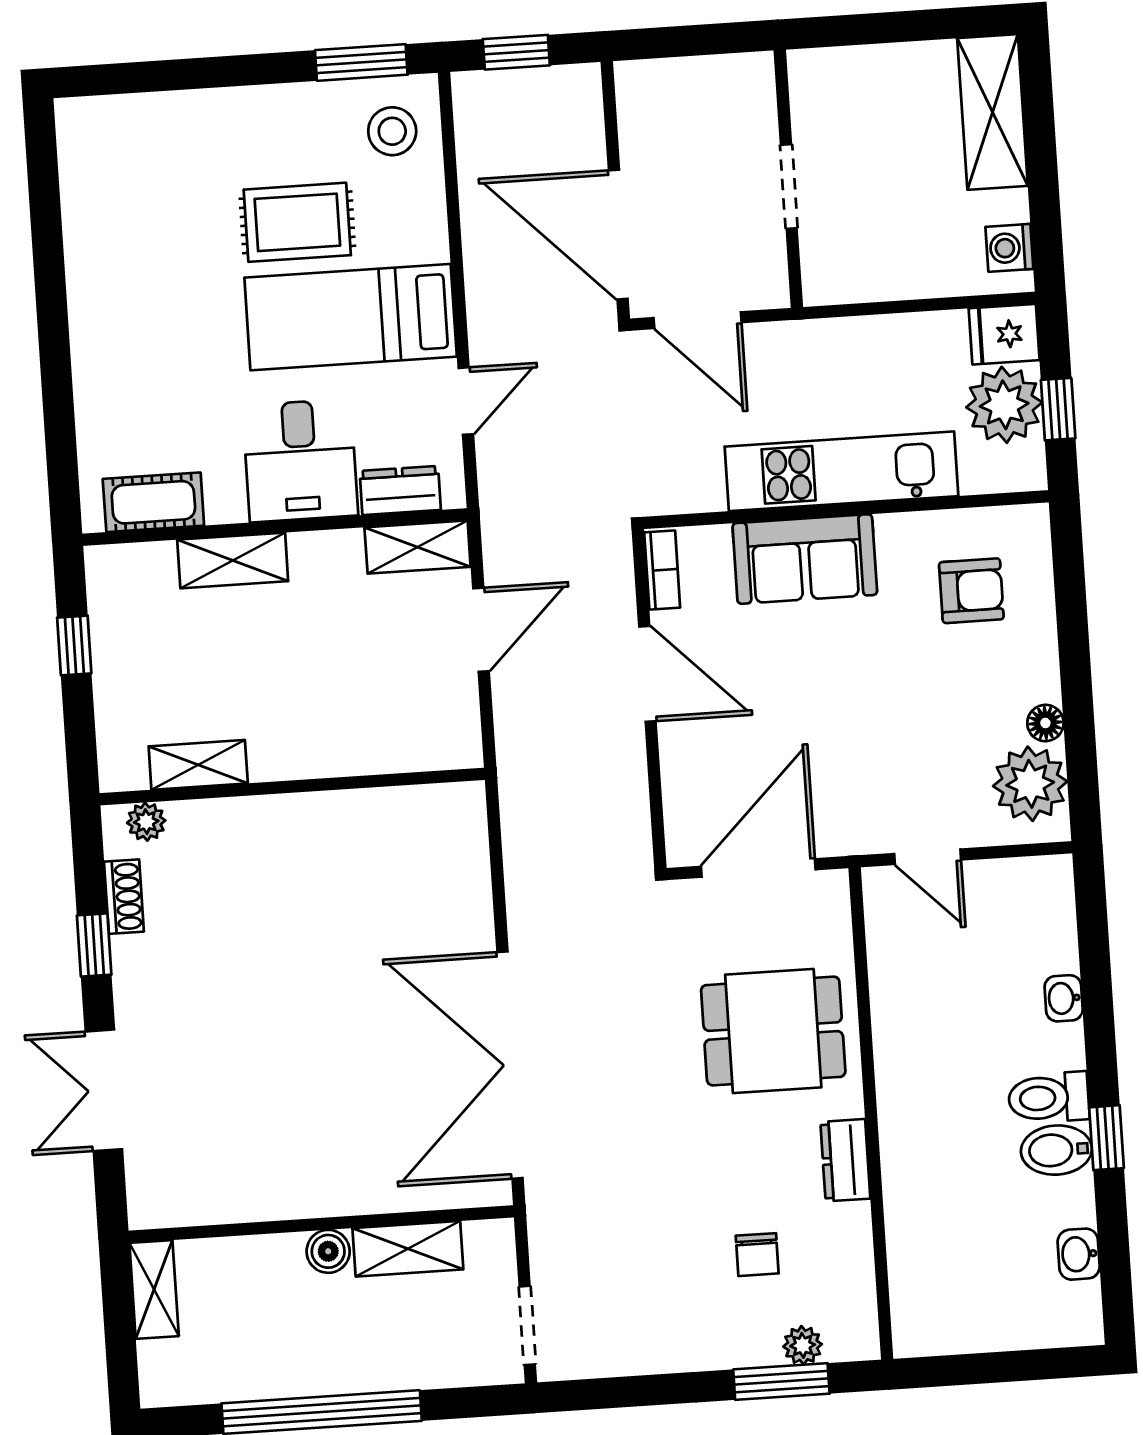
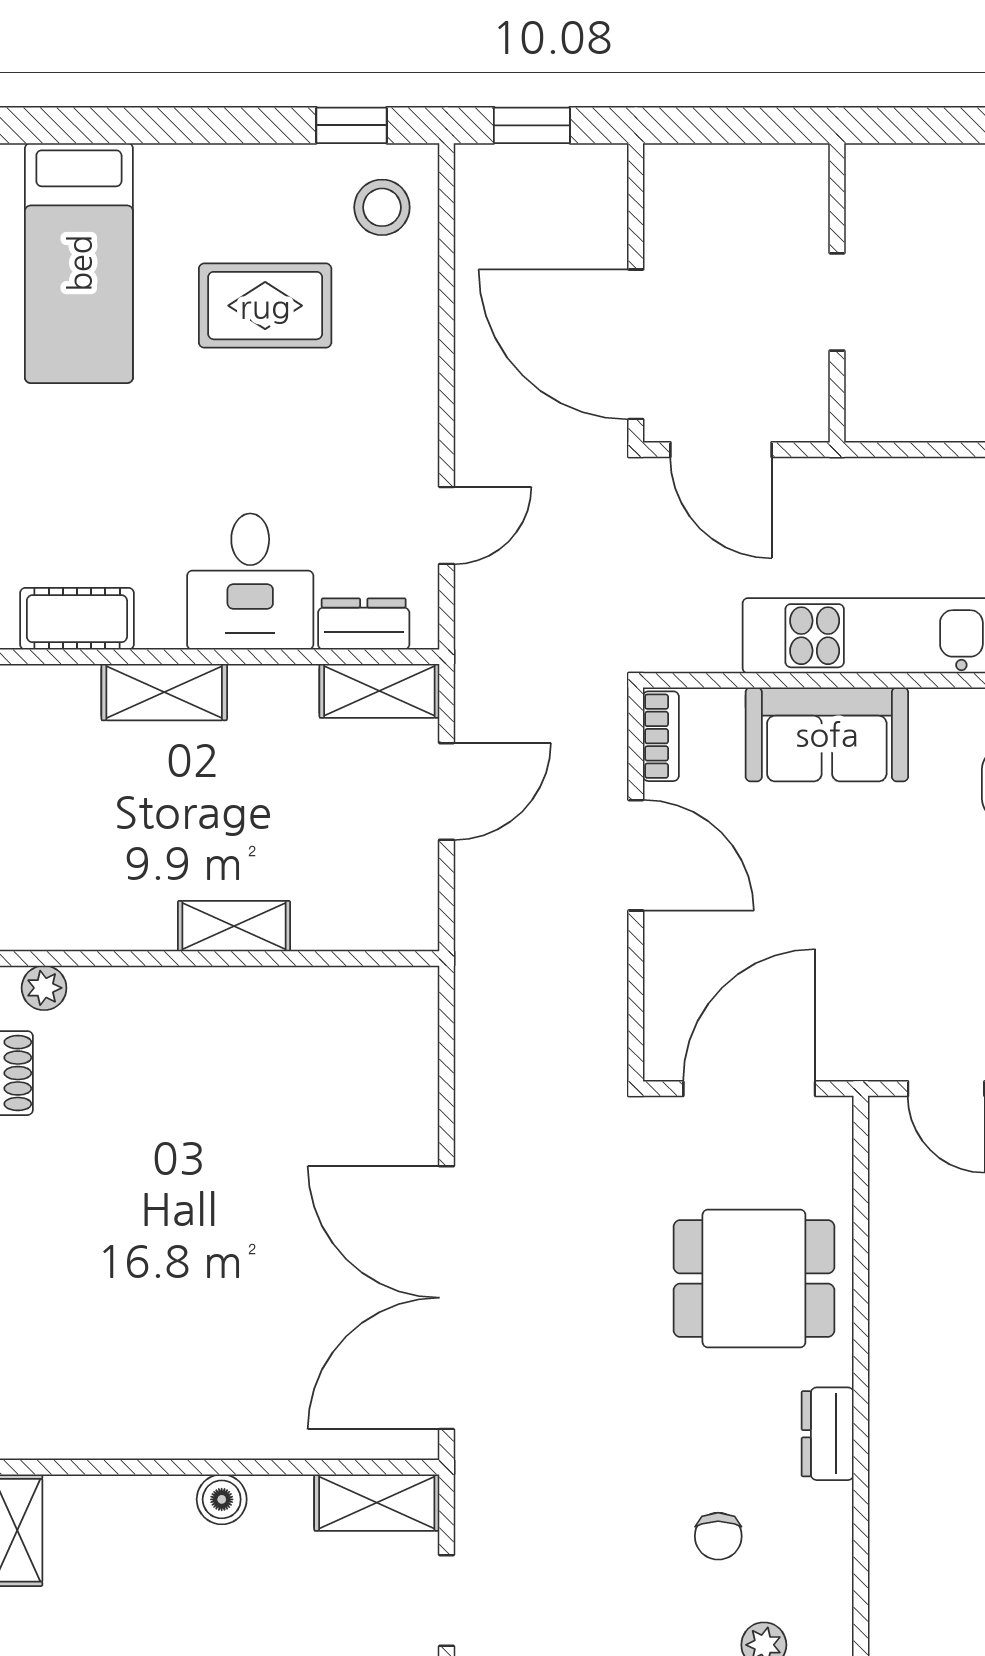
window: (361, 62) -> (352, 125), width x0.67
bed: (351, 317) -> (79, 263), moved, turned -90
shelving: (198, 765) -> (234, 926), moved
shelving: (408, 1249) -> (377, 1503), moved

